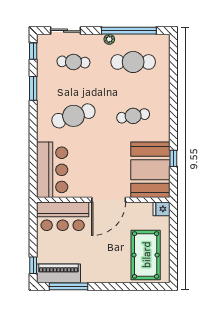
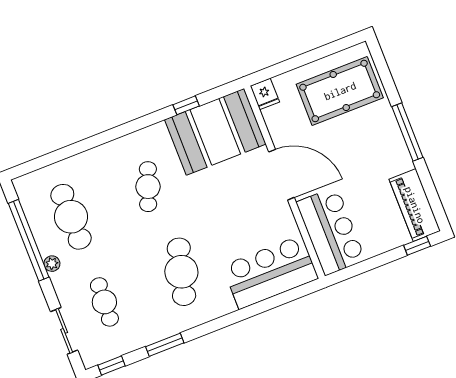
cafe table: (73, 116) -> (181, 272), turned 33
cafe table: (133, 116) -> (148, 187), turned 30
window: (69, 286) -> (407, 132), moved

